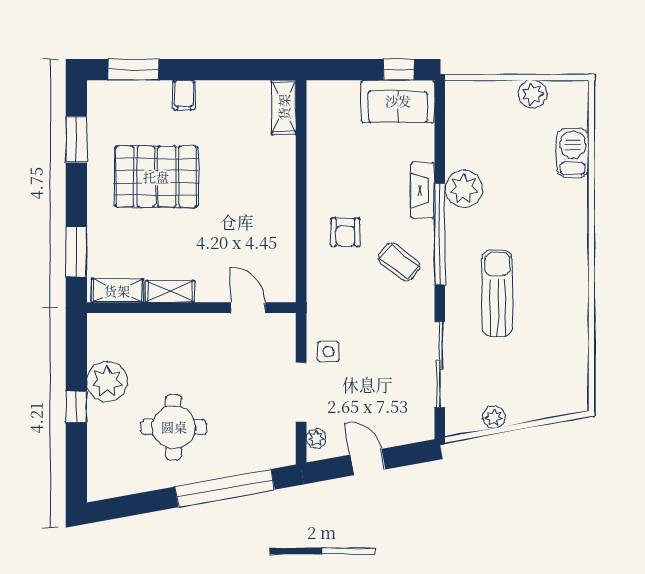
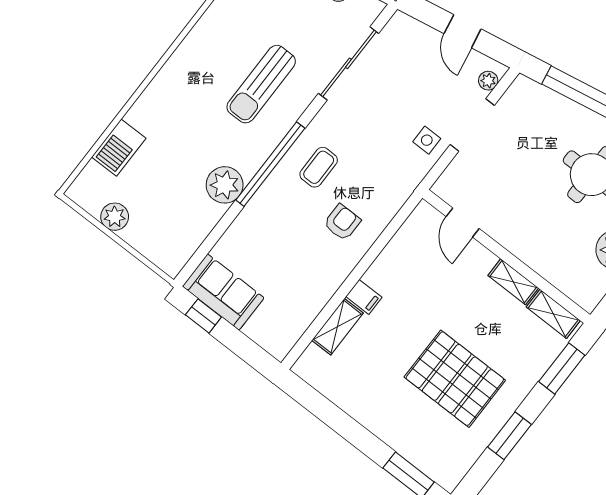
filing cabinet: (184, 95) -> (364, 297), moved, turned 90
shelving: (284, 107) -> (337, 327), moved
window: (76, 140) -> (510, 436), moved
fireplace: (423, 191) -> (258, 208), removed
coffee table: (399, 262) -> (319, 167), turned 52

